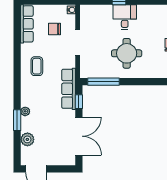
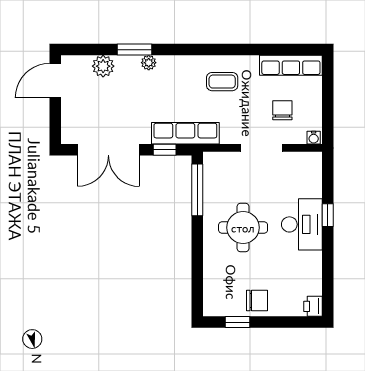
desk: (125, 17) -> (302, 224), width x1.37

